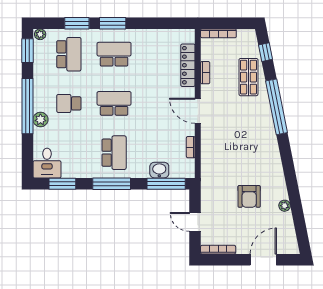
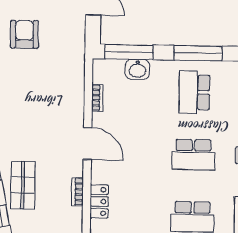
locker: (188, 65) -> (99, 201), width x0.66

